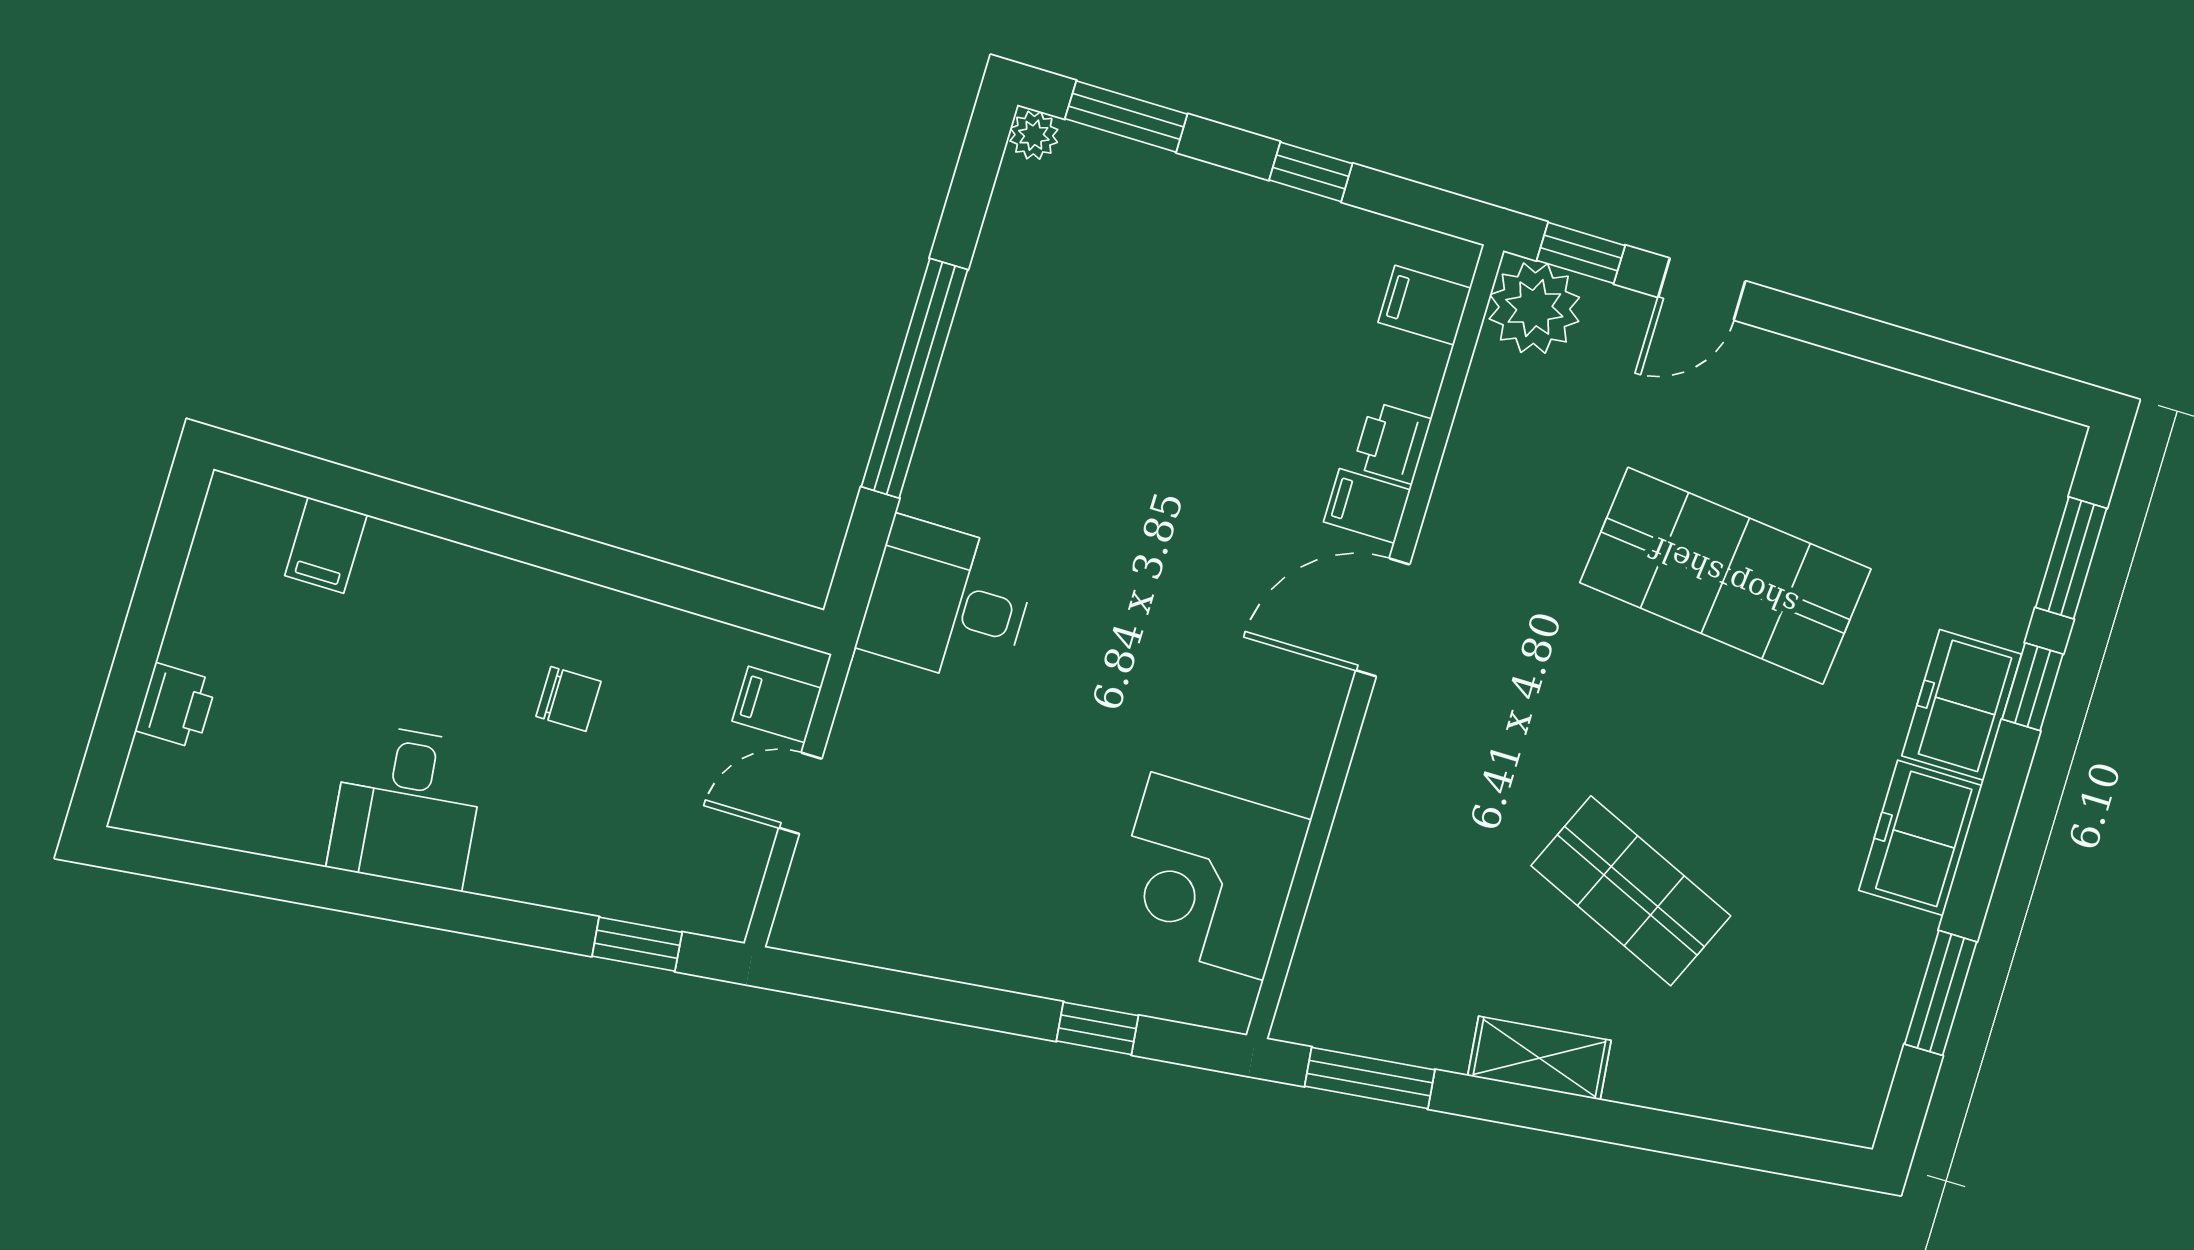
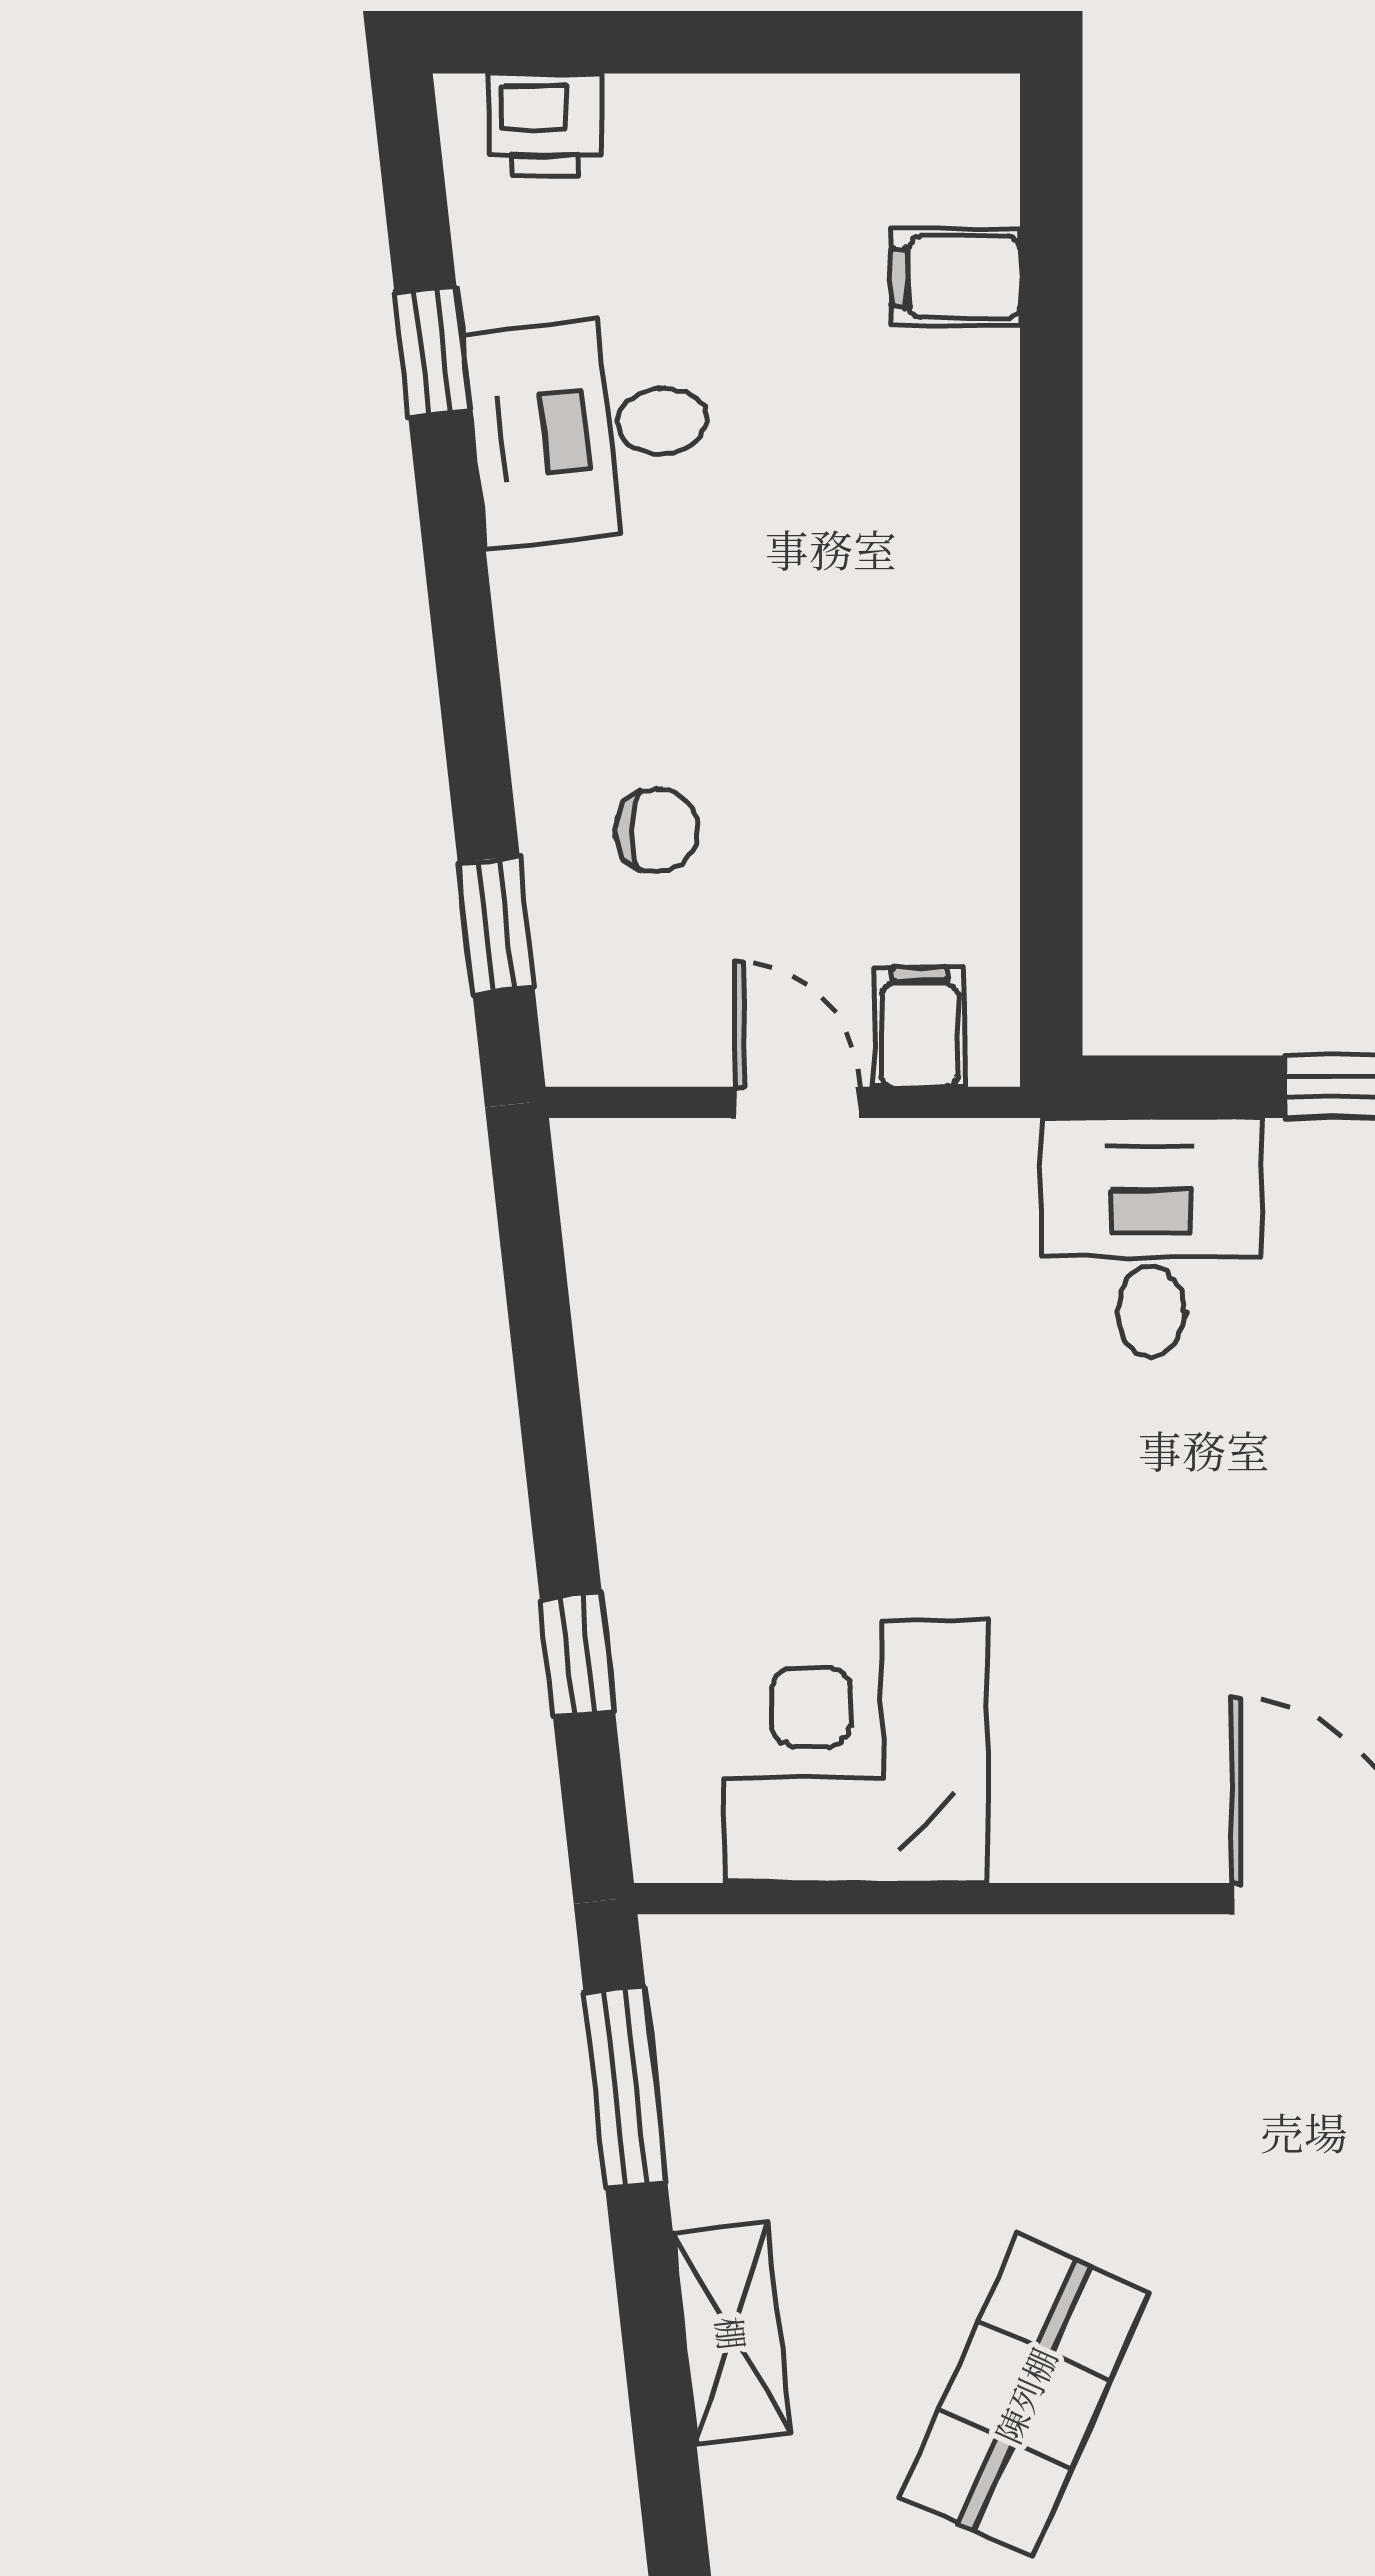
chair: (568, 699) -> (657, 831), moved, turned -90
printer: (176, 706) -> (545, 124), moved
desk: (407, 806) -> (590, 429), moved
window: (276, 878) -> (432, 352), added

